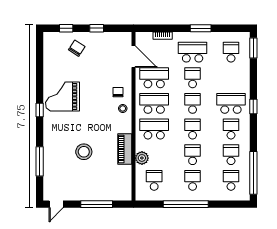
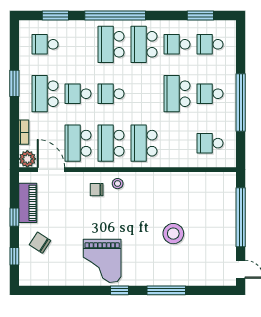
window: (253, 48) -> (55, 15), moved
door: (134, 57) -> (51, 170), hinge flipped
window: (253, 107) -> (115, 15), width x3.17
school desk: (193, 129) -> (144, 94), removed
school desk: (231, 129) -> (144, 44), width x1.85
piano: (125, 149) -> (28, 203), moved, turned -90
school desk: (193, 155) -> (177, 94), width x1.85
plant: (142, 158) -> (27, 159), moved
window: (40, 161) -> (166, 290), moved
window: (253, 173) -> (200, 15), width x0.47
window: (97, 204) -> (241, 217), width x1.46

